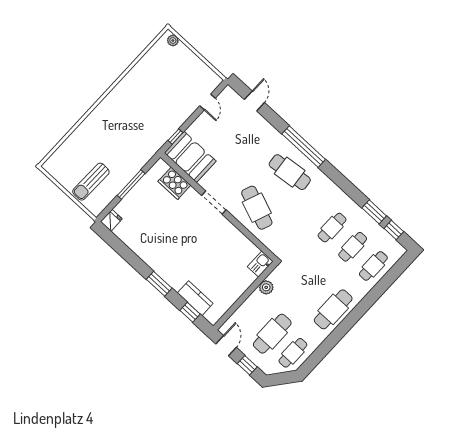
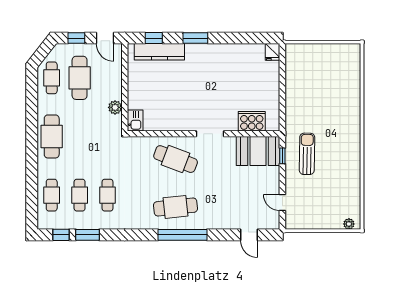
sun lounger: (91, 182) -> (307, 154), moved
window: (131, 184) -> (282, 91), removed
kitchen counter: (195, 298) -> (159, 52), width x1.50

